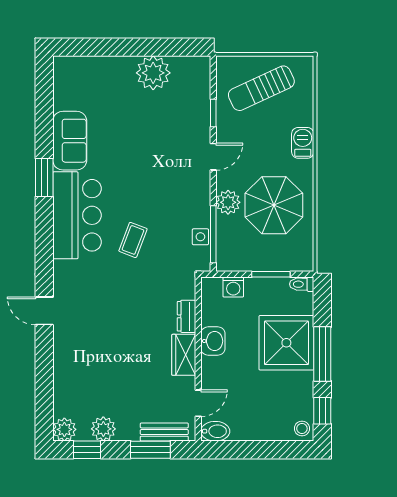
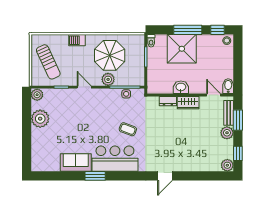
plant: (199, 67) -> (37, 95), added
washing machine: (233, 287) -> (153, 77), removed
plant: (103, 429) -> (227, 133), moved

